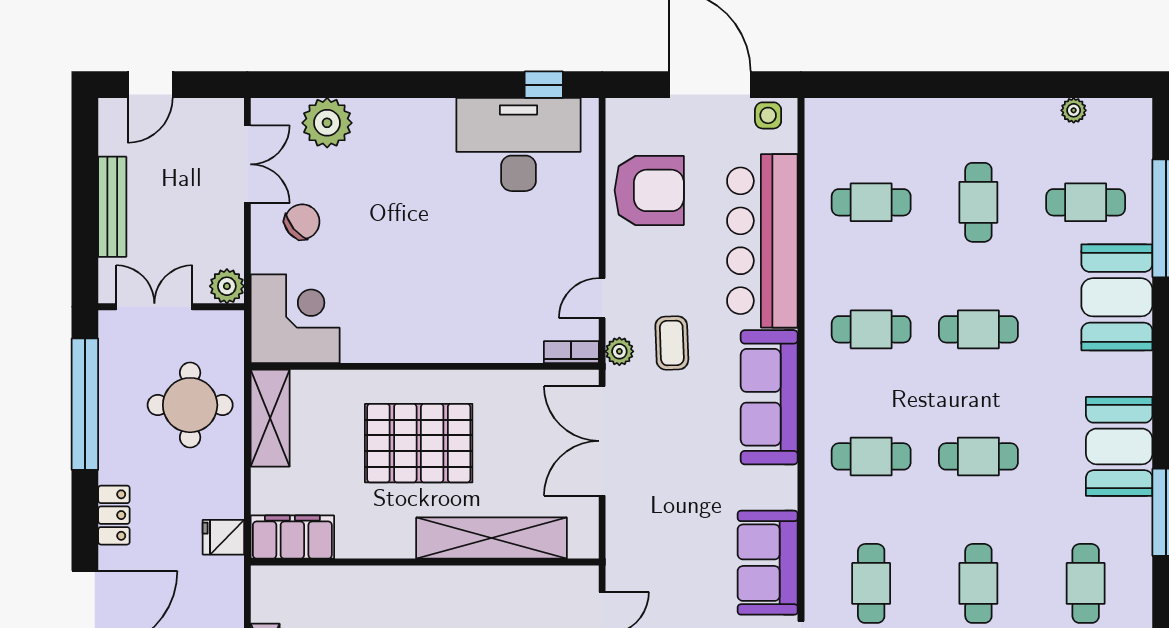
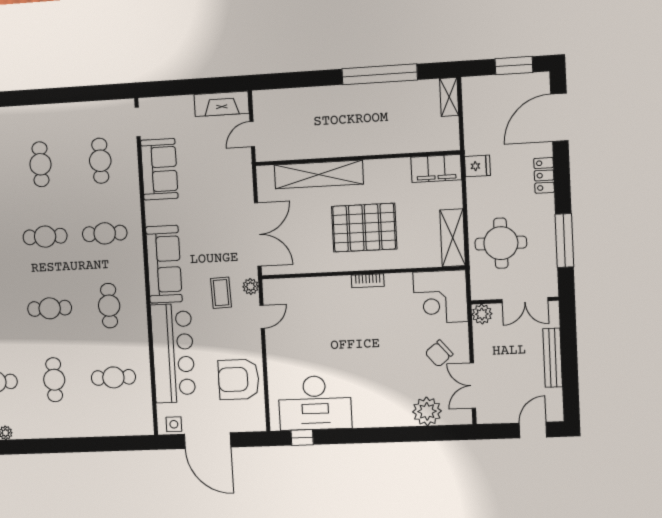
cafe table: (871, 329) -> (109, 306), turned 90
bookcase: (571, 352) -> (368, 281), moved
window: (85, 404) -> (564, 240), width x0.68

